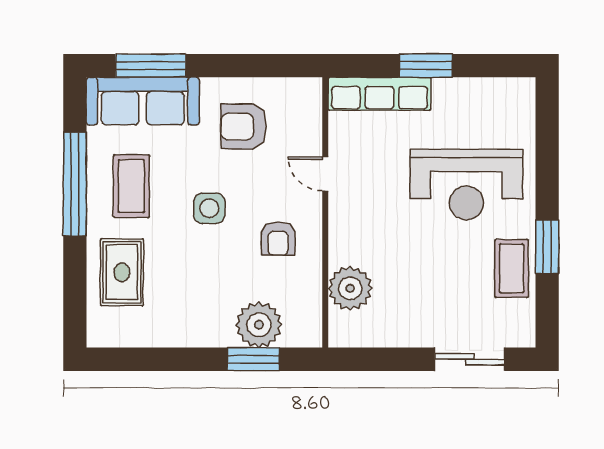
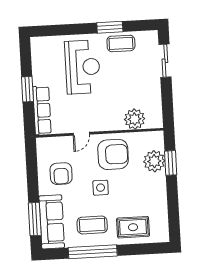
armchair: (278, 239) -> (113, 154), width x1.88, depth x1.88

